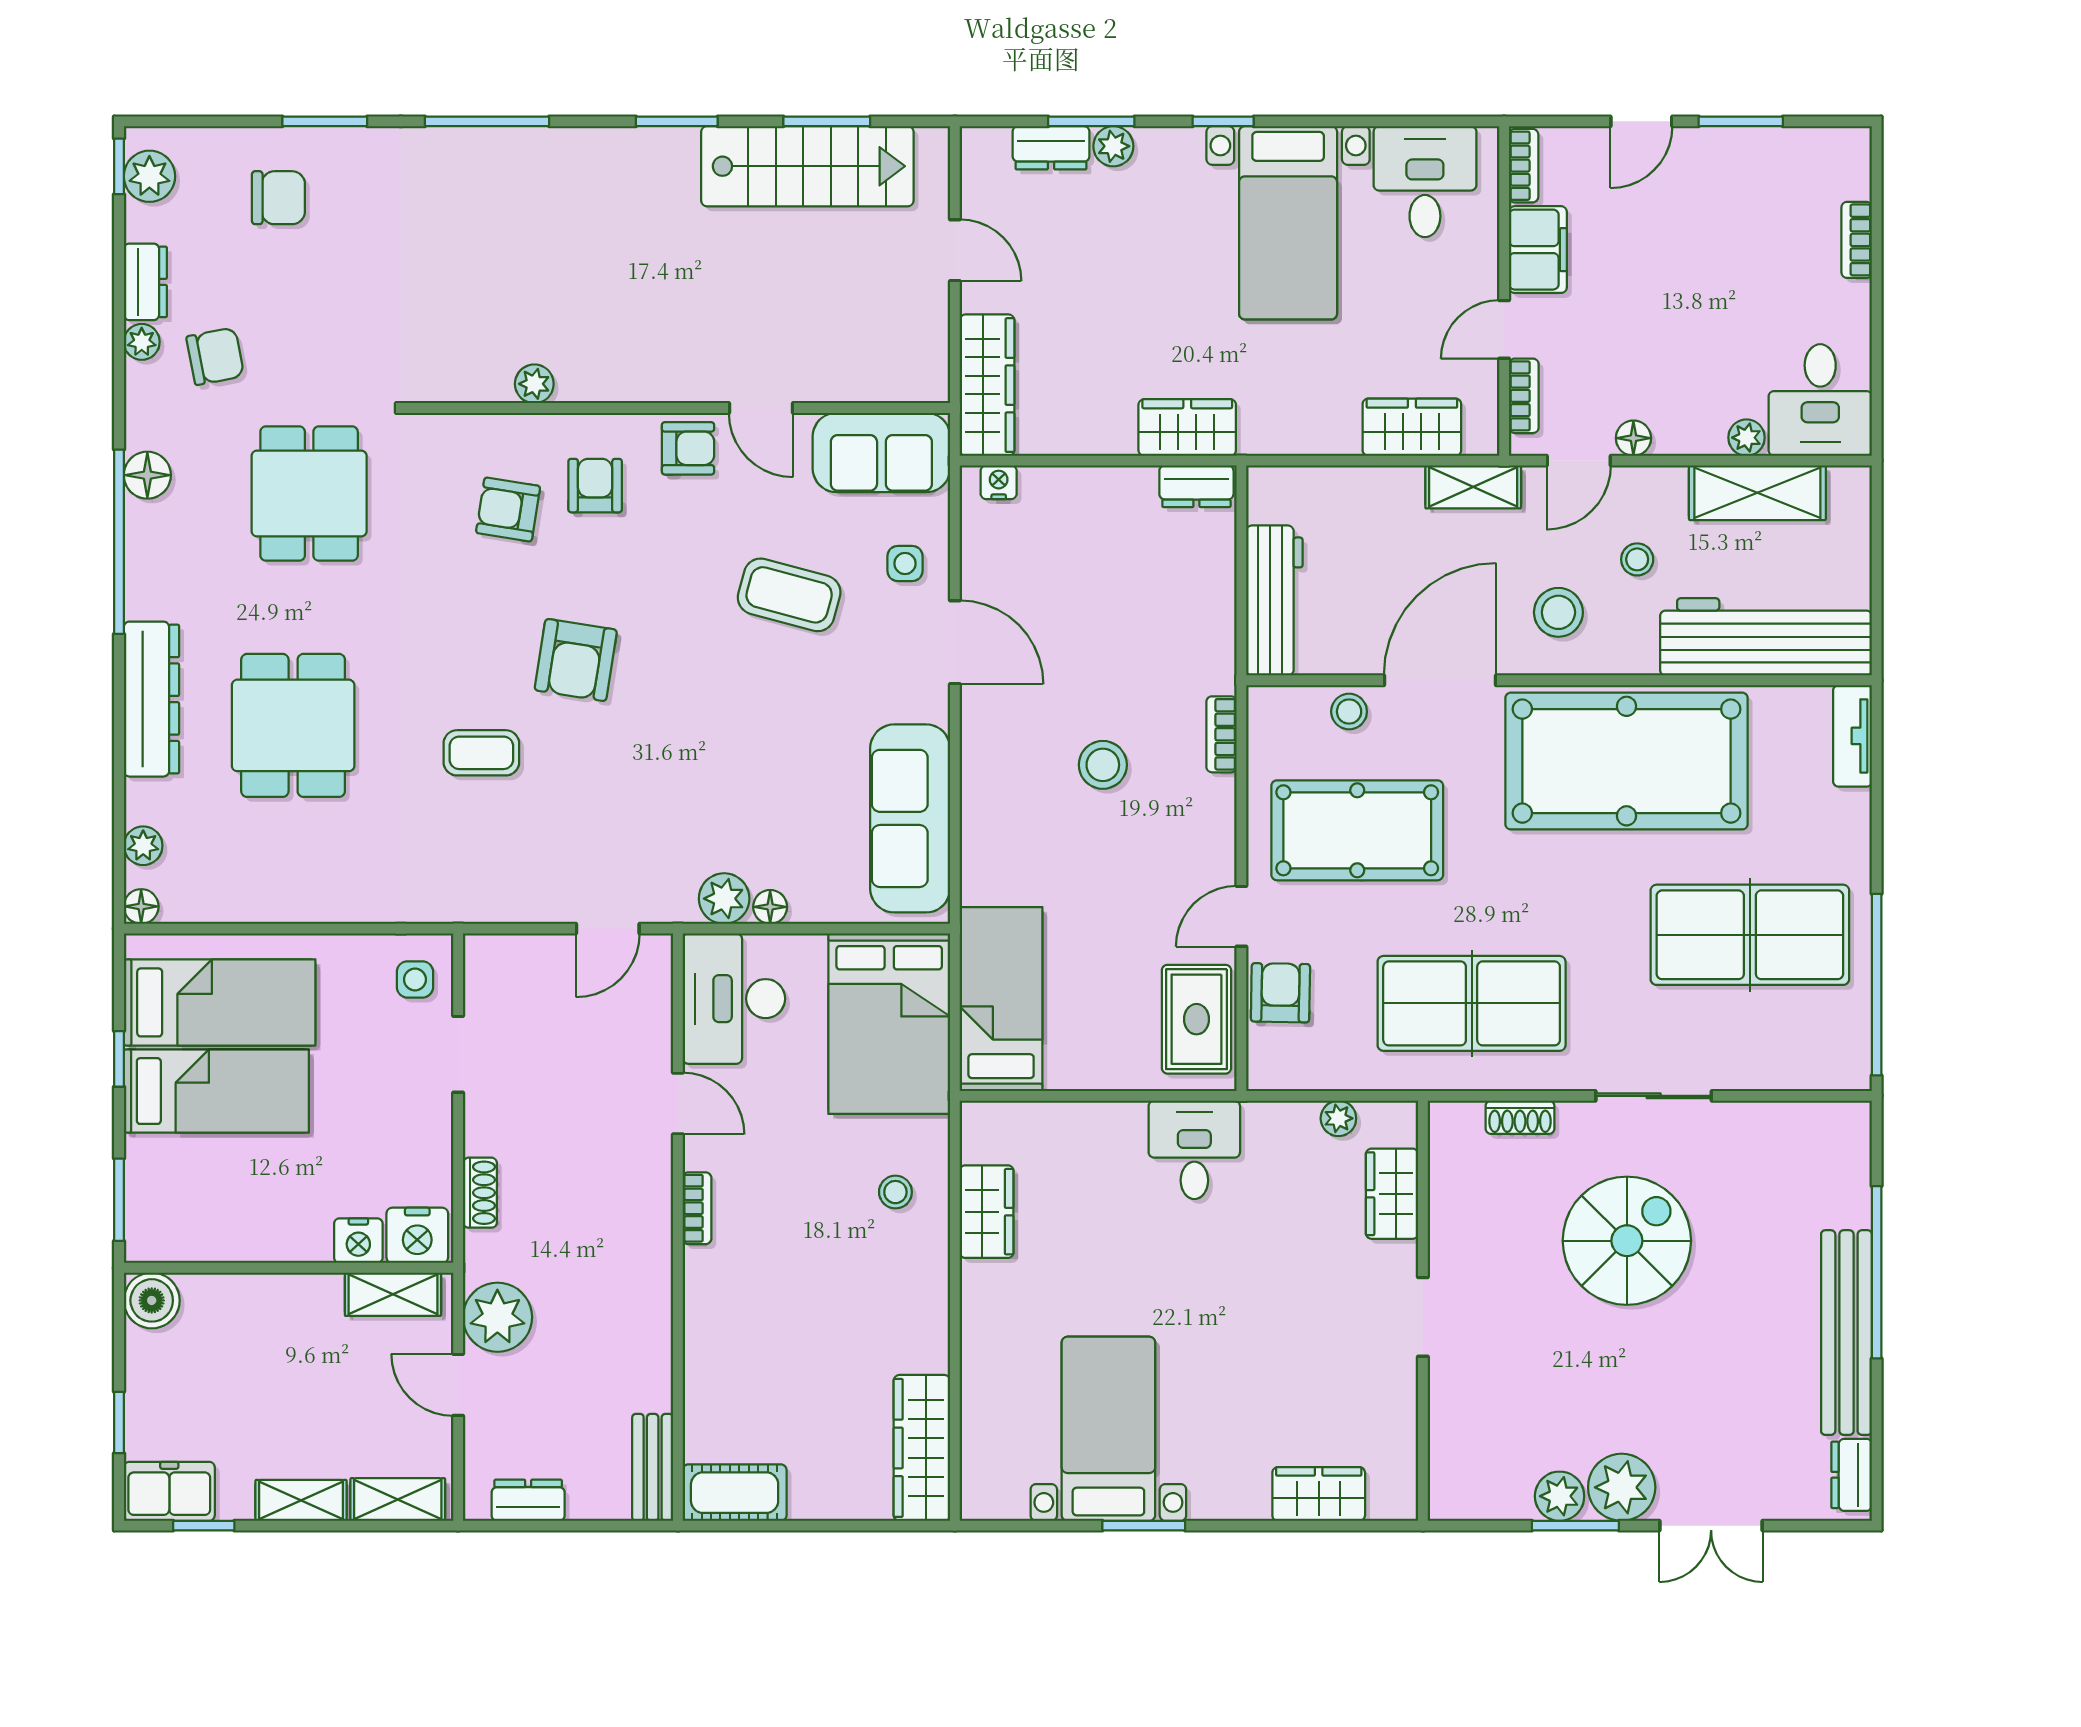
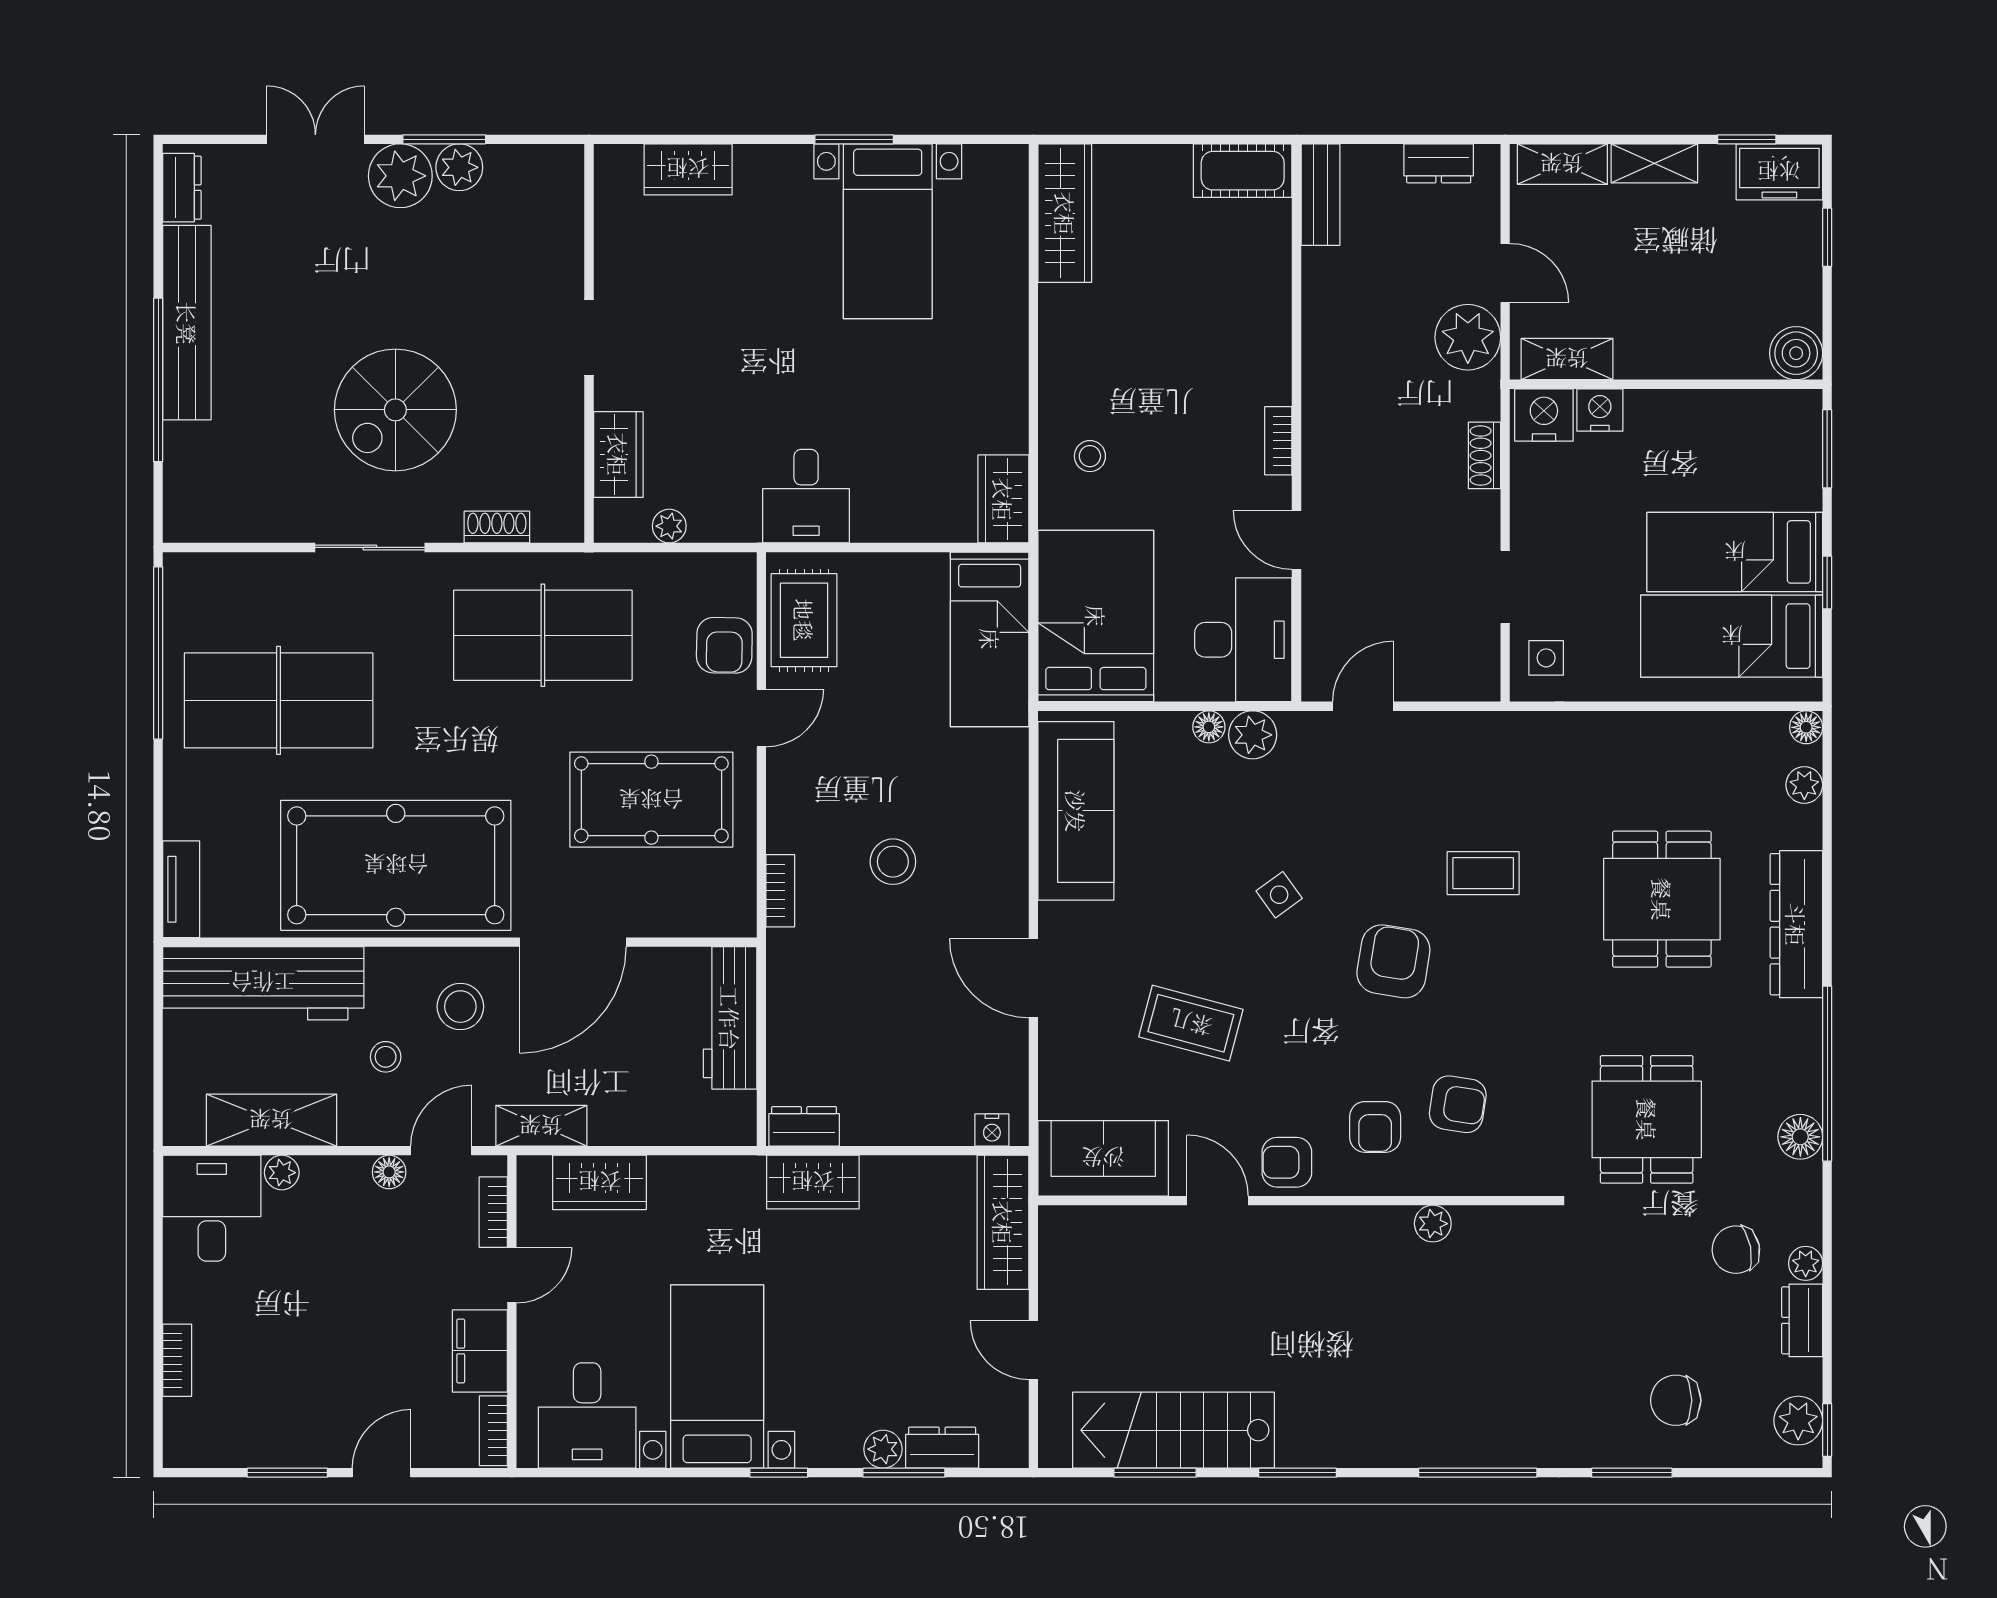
side table: (905, 564) -> (1279, 895), moved, turned -36
stool: (1349, 712) -> (659, 912), removed
wardrobe: (987, 1212) -> (1003, 499), moved

